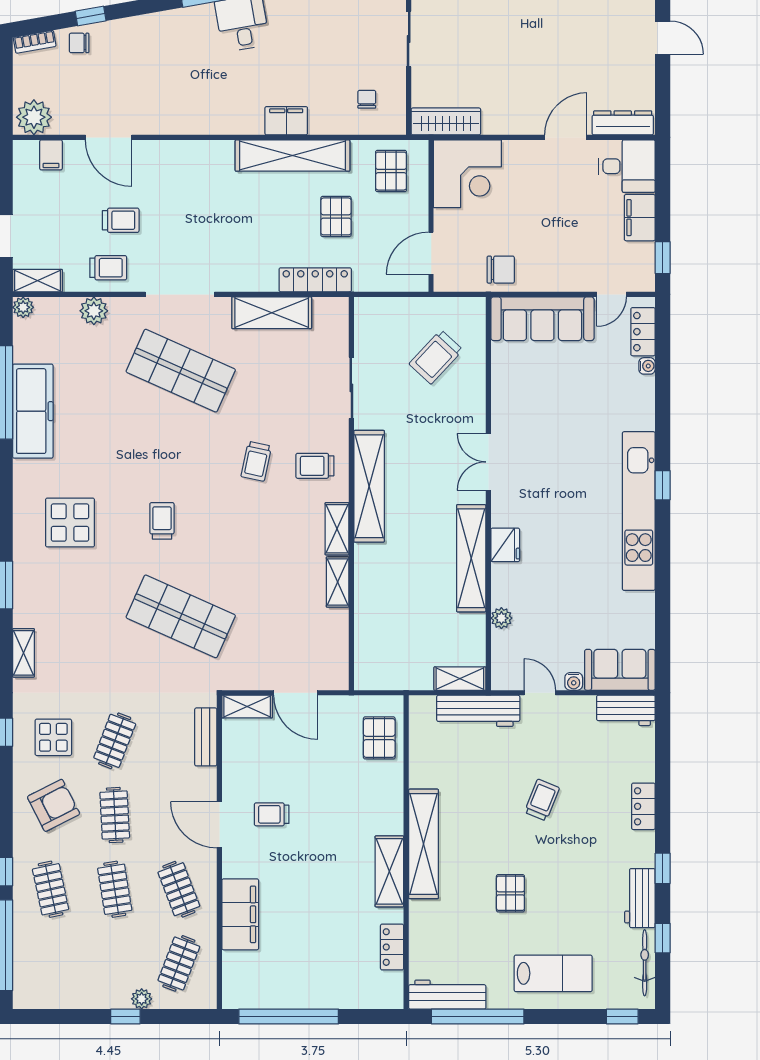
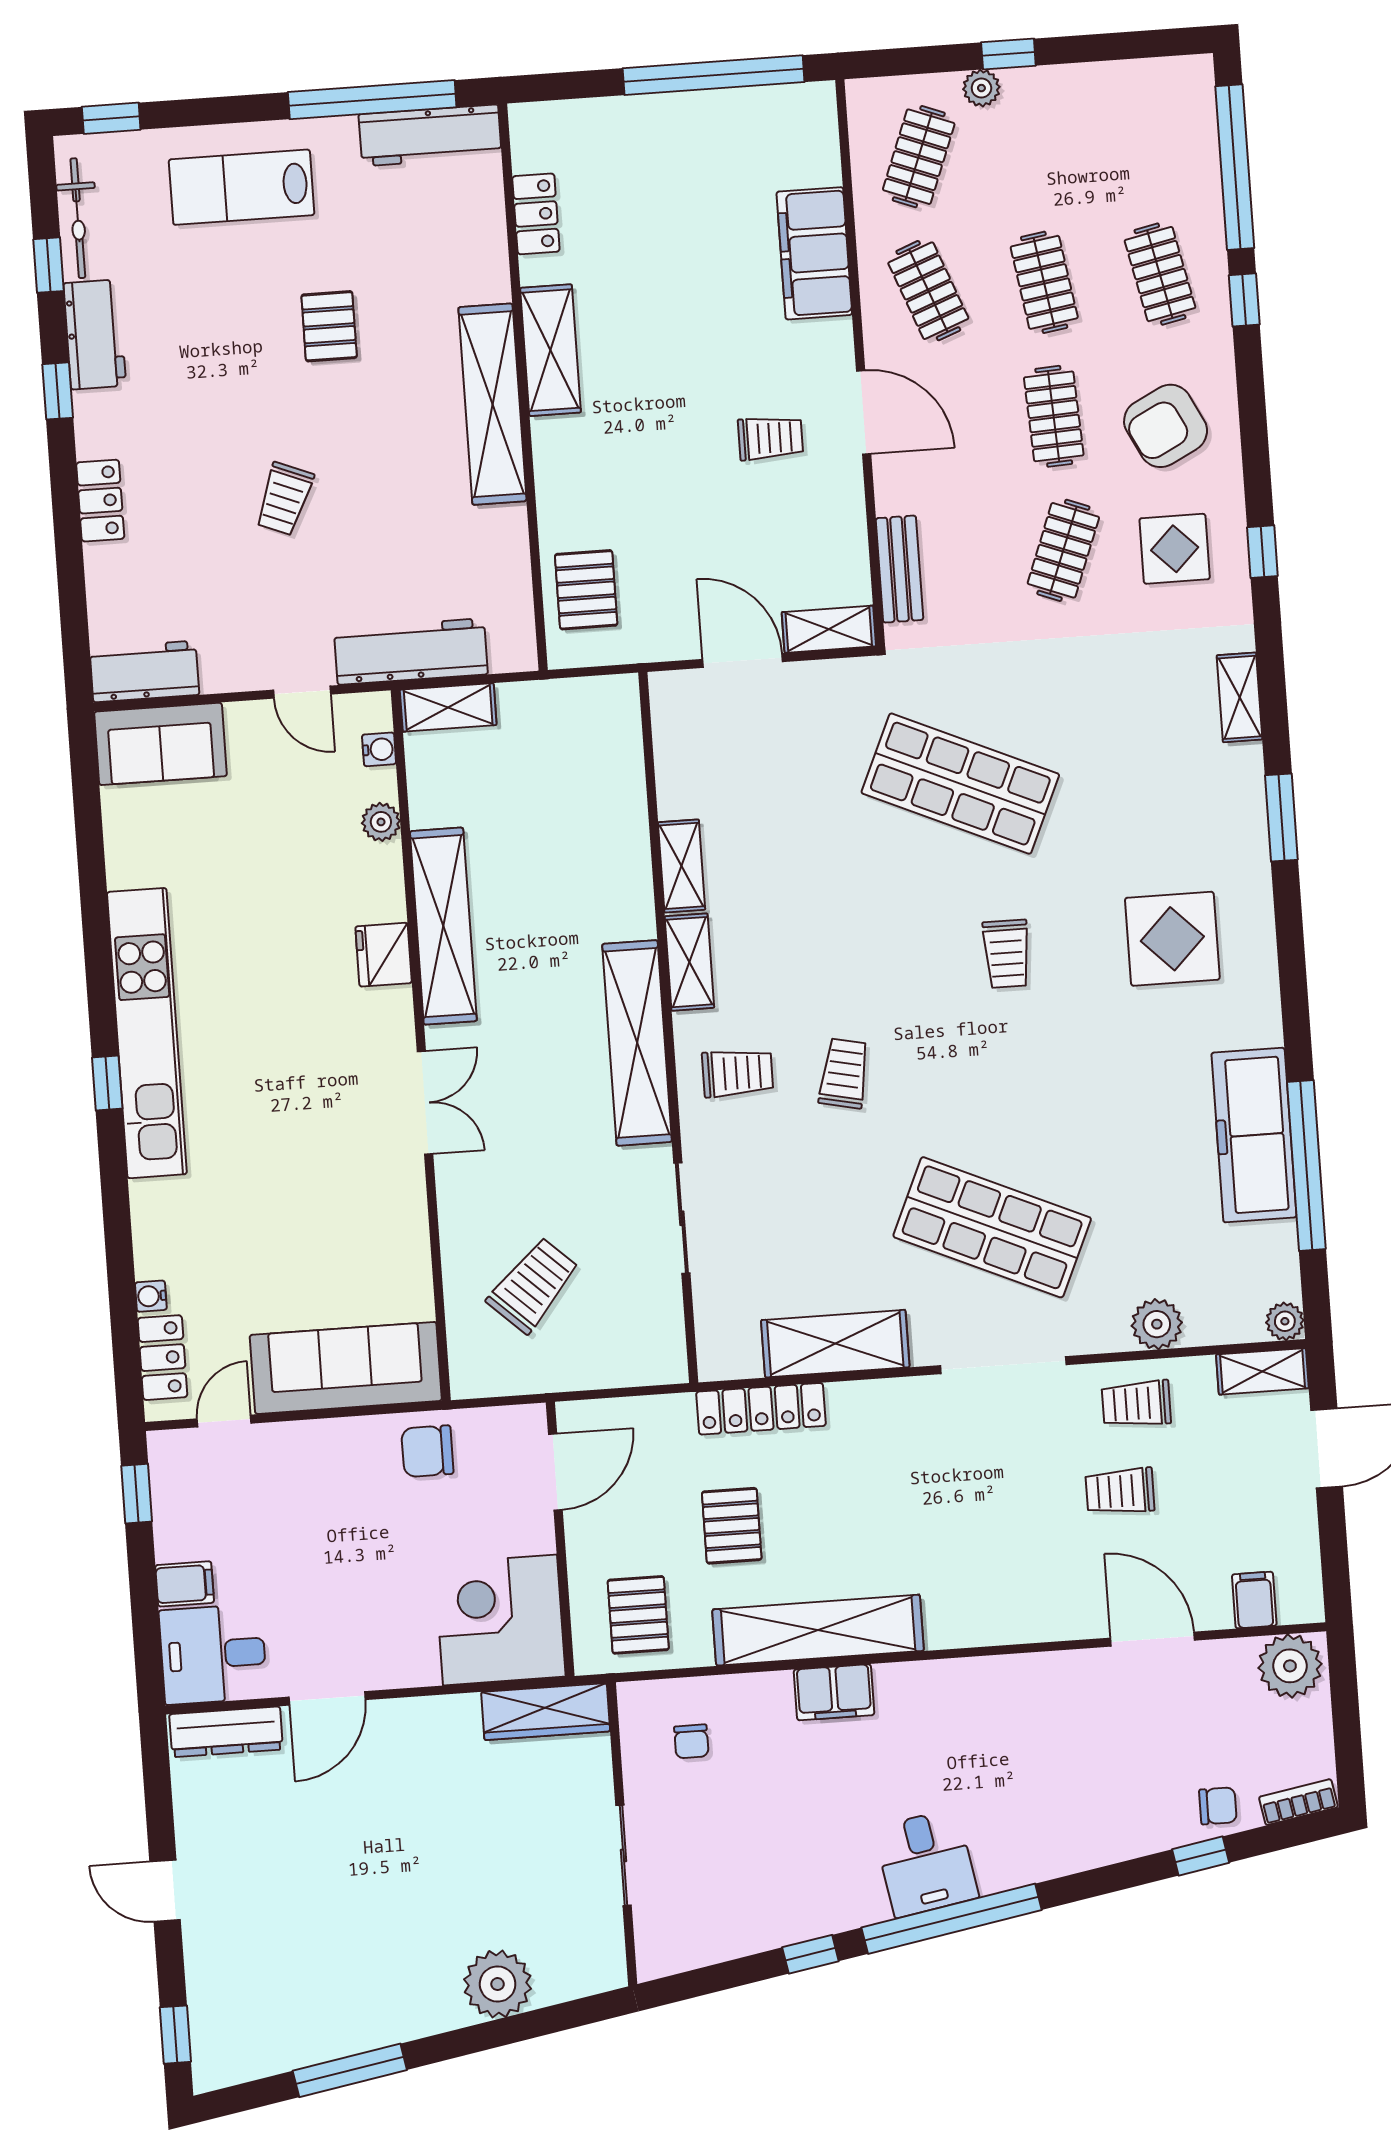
filing cabinet: (640, 218) -> (185, 1584), width x0.50
water cooler: (574, 681) -> (379, 749), moved, turned 90

